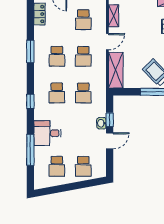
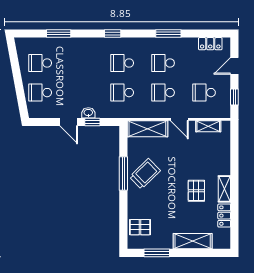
desk: (47, 133) -> (77, 53), removed
window: (30, 150) -> (59, 34), width x0.69

